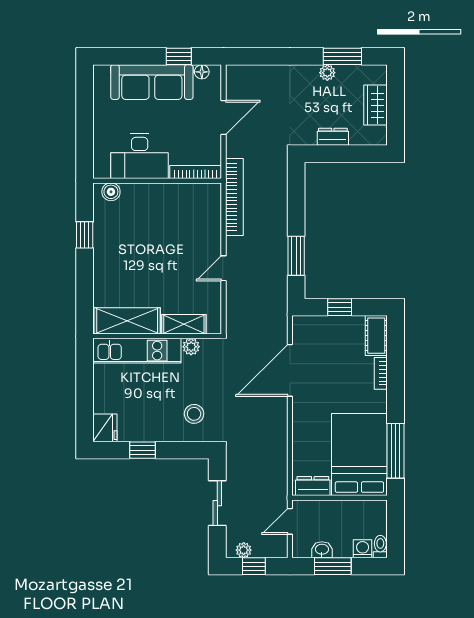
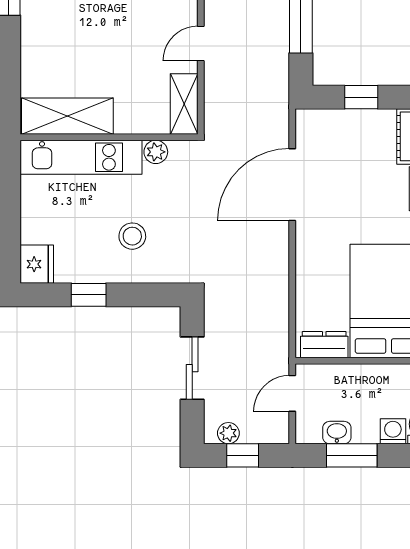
shelving: (184, 324) -> (184, 104), moved, turned 90
stool: (194, 414) -> (132, 236), moved

